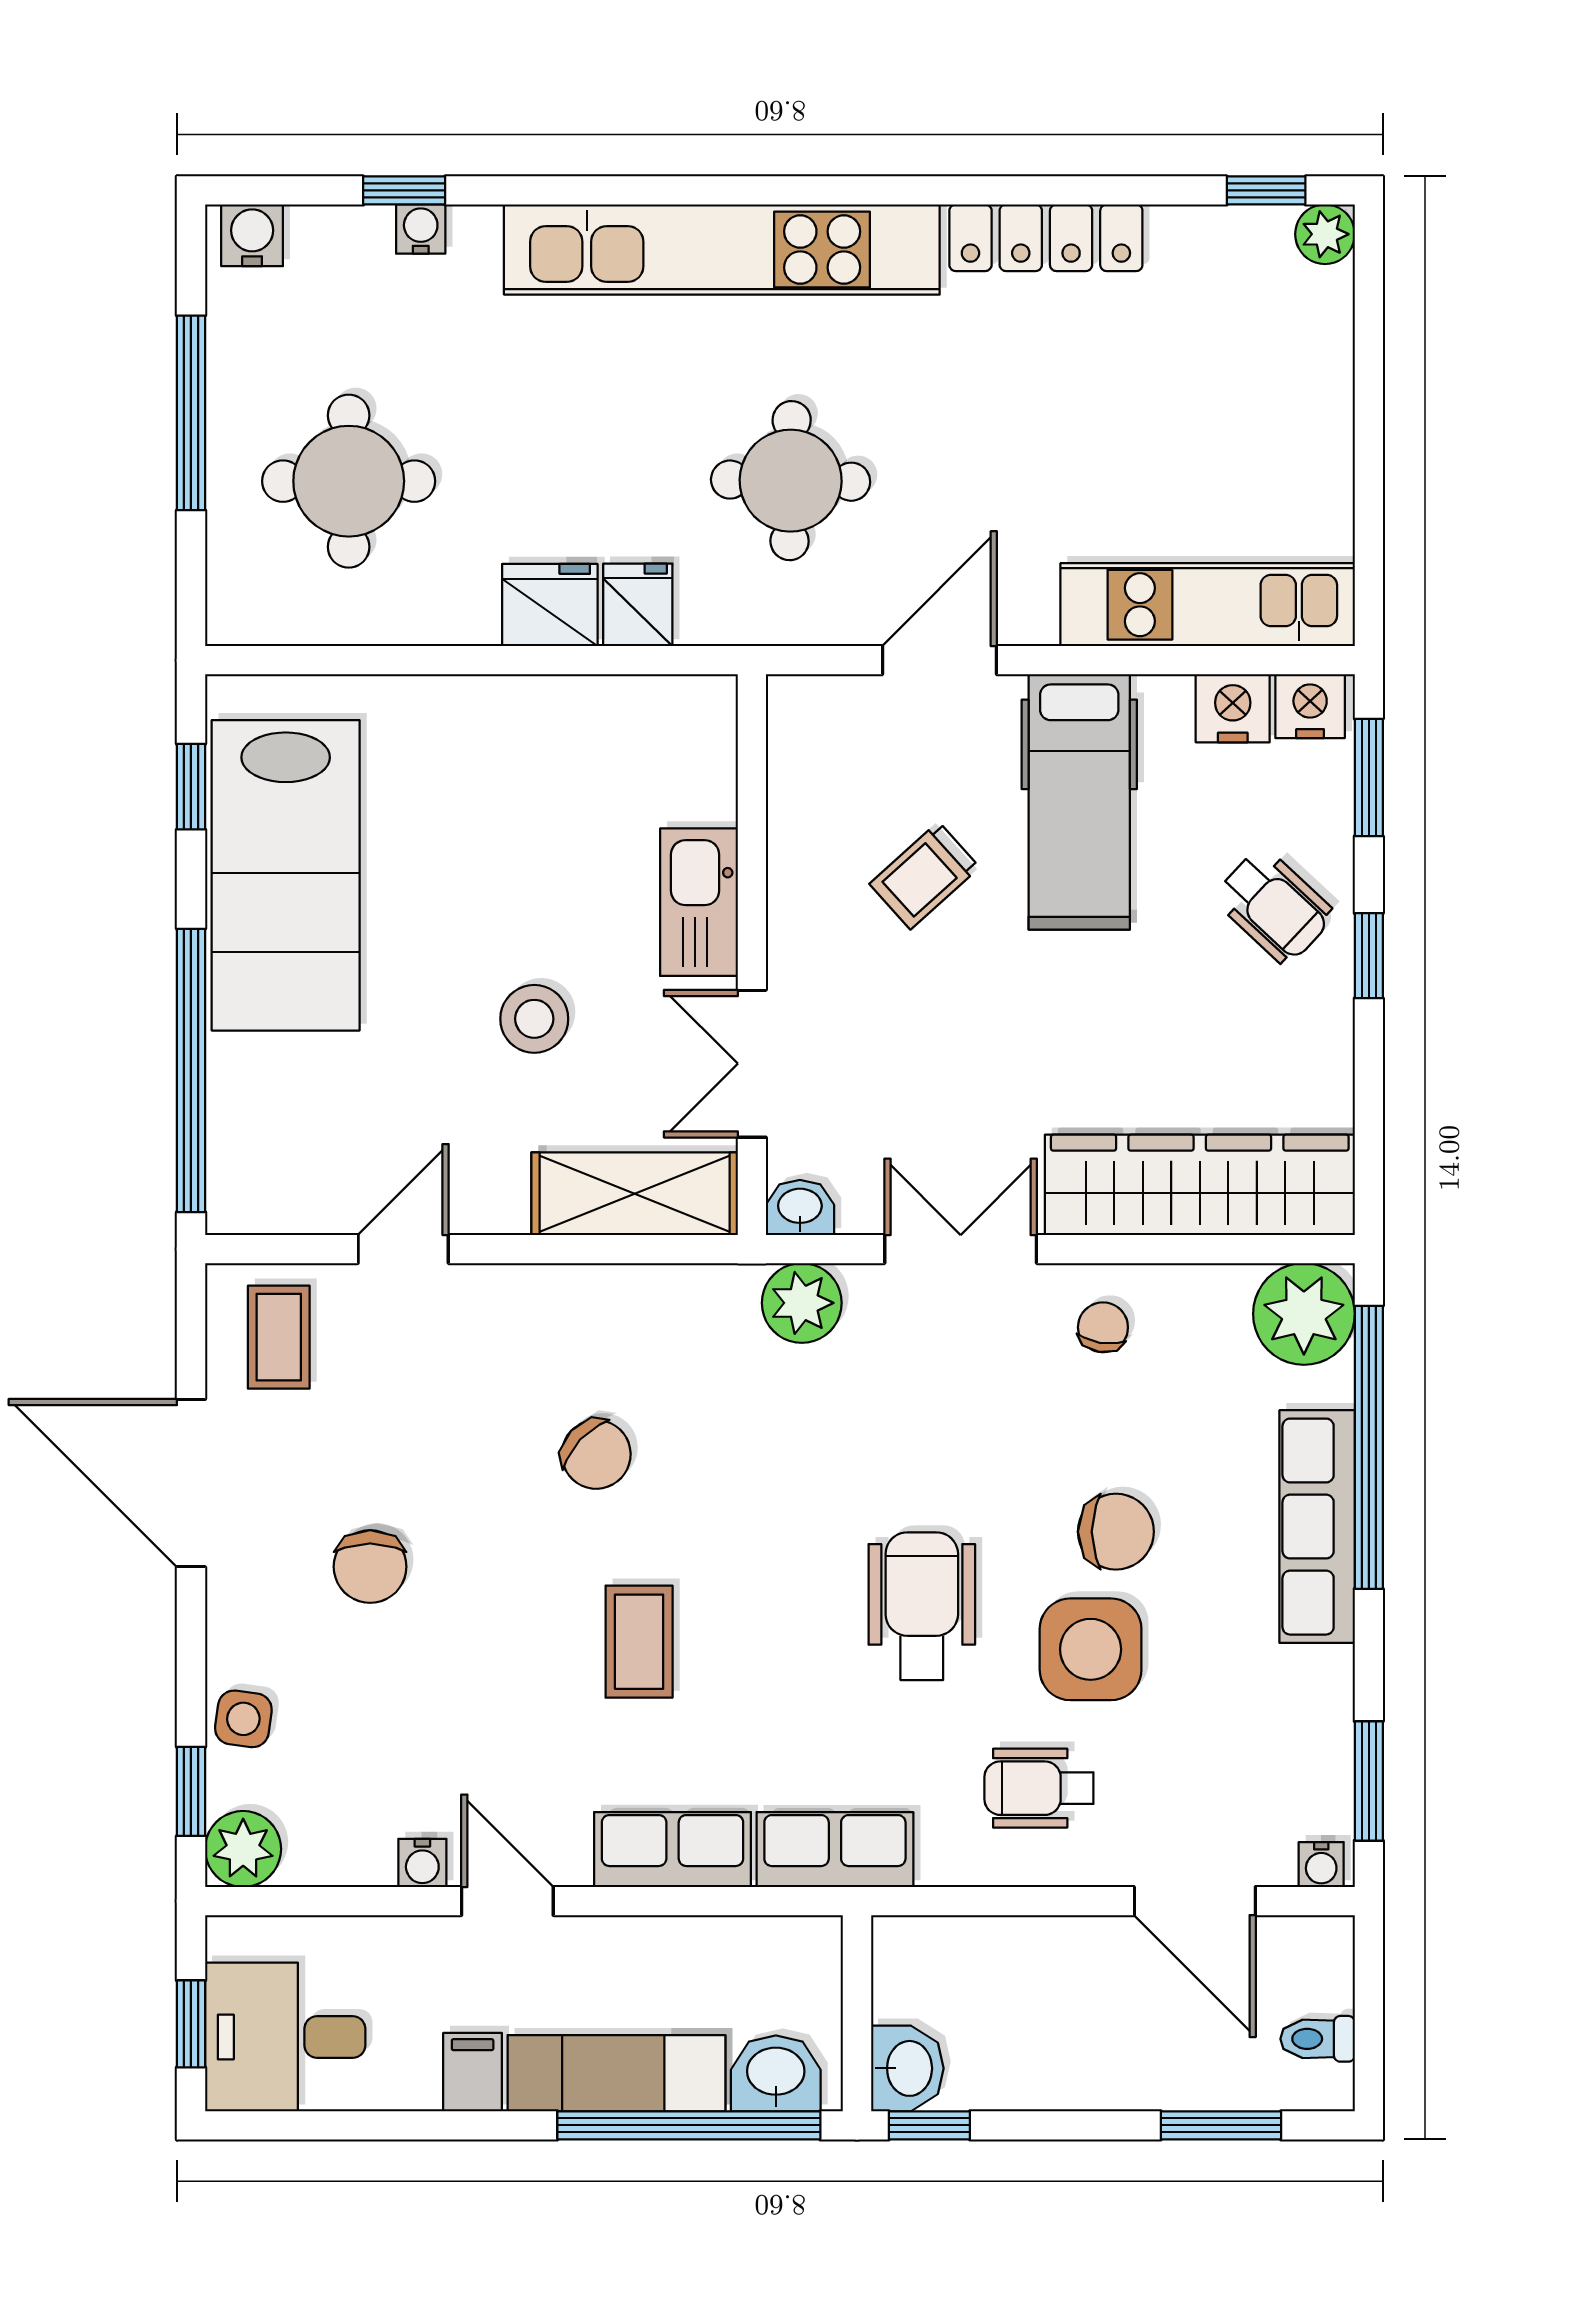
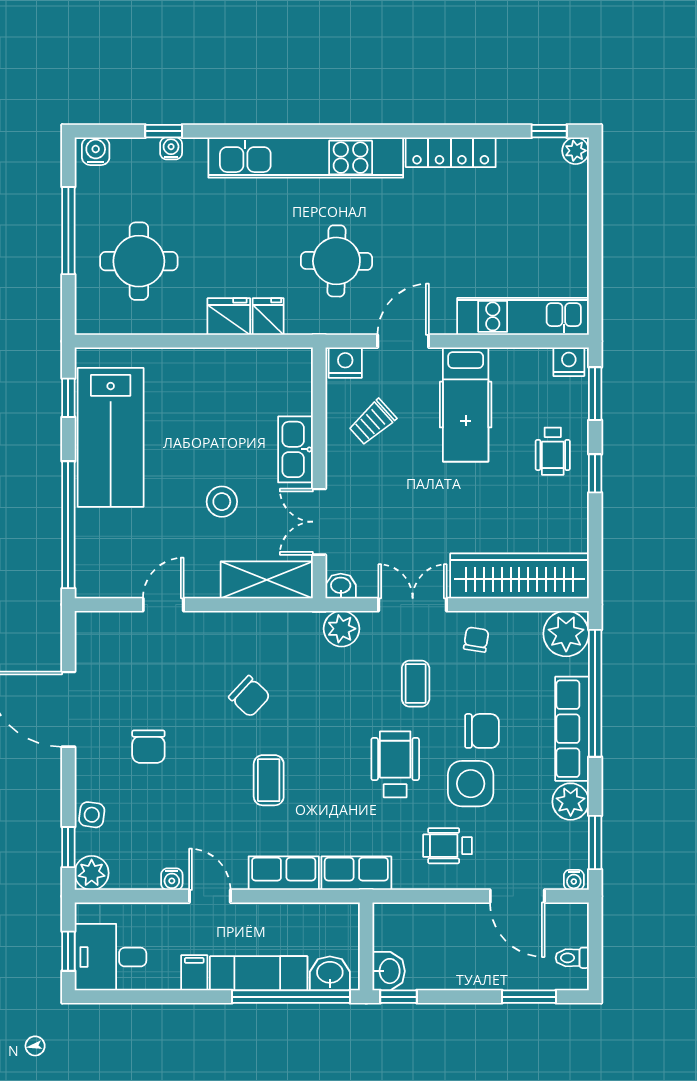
nightstand: (1233, 708) -> (345, 363), moved
trolley: (924, 876) -> (372, 422), moved
wheelchair: (1274, 906) -> (553, 451), turned 47
coffee table: (279, 1337) -> (416, 684), moved
plant: (1314, 1689) -> (571, 802), added

